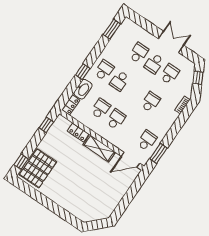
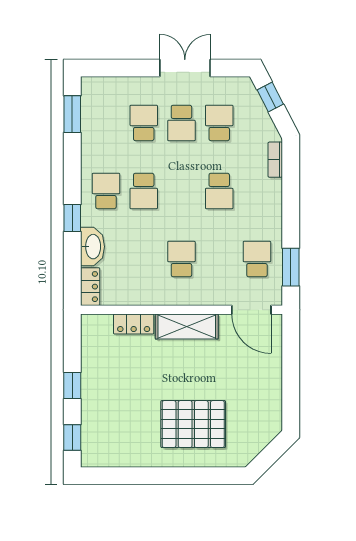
school desk: (151, 102) -> (219, 191), turned 180
school desk: (100, 109) -> (144, 259), removed
window: (46, 125) -> (72, 386), moved
door: (130, 160) -> (251, 310), hinge flipped
pallet: (38, 168) -> (193, 424), moved, turned 90

